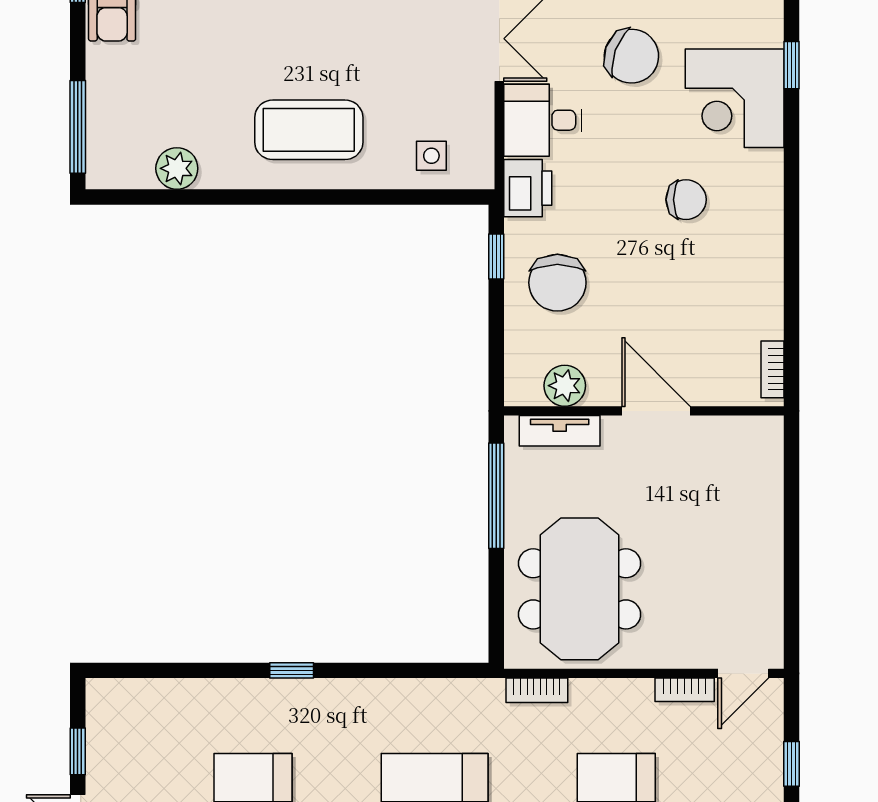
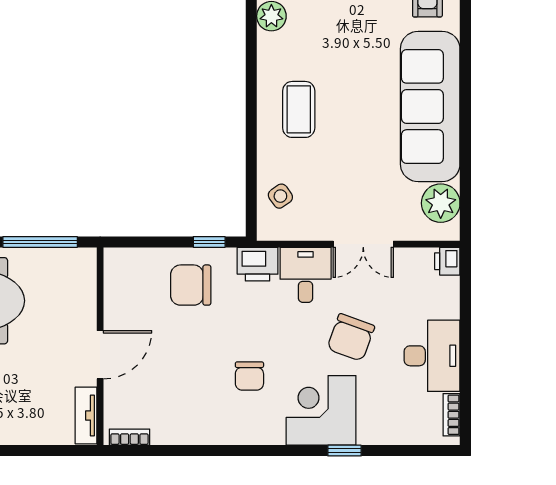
coffee table: (309, 130) -> (299, 109), width x0.73, depth x0.76
side table: (431, 156) -> (280, 196), turned -35
plant: (565, 386) -> (118, 290), removed
tv unit: (560, 431) -> (86, 416), moved

